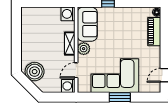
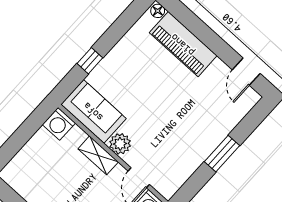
piano: (154, 32) -> (183, 44), width x1.37, depth x1.33
corner sofa: (115, 76) -> (189, 135), removed

